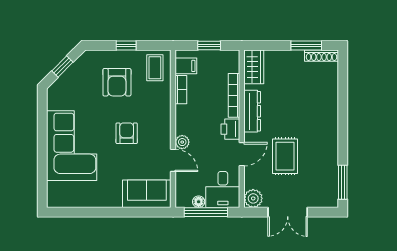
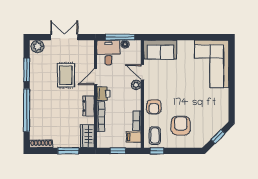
window: (126, 45) -> (157, 151), moved
window: (306, 45) -> (68, 151), moved
window: (343, 105) -> (27, 110), added
dresser: (252, 111) -> (88, 106), width x0.70
armchair: (127, 133) -> (154, 107), moved
corner sofa: (72, 146) -> (212, 64), moved
window: (343, 182) -> (27, 70), moved
plant: (253, 198) -> (38, 46), moved

